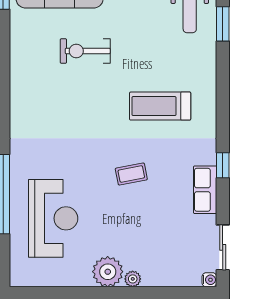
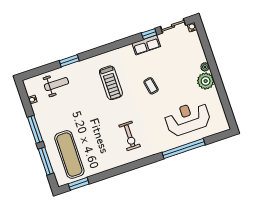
window: (223, 24) -> (69, 61), moved
exercise bike: (85, 51) -> (130, 136), moved
window: (223, 165) -> (149, 34), moved

